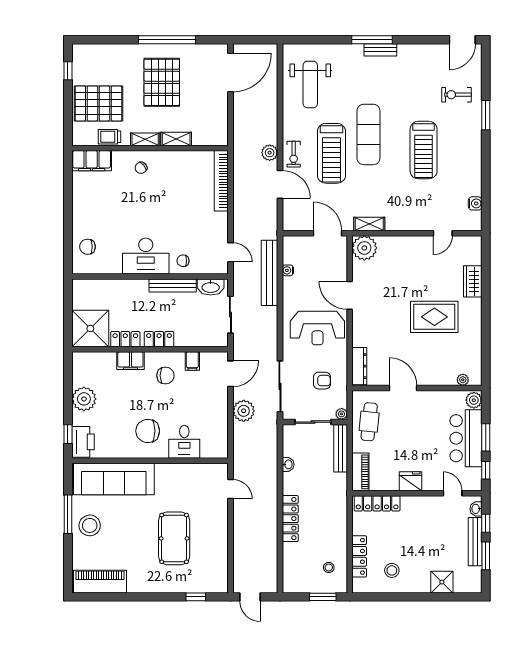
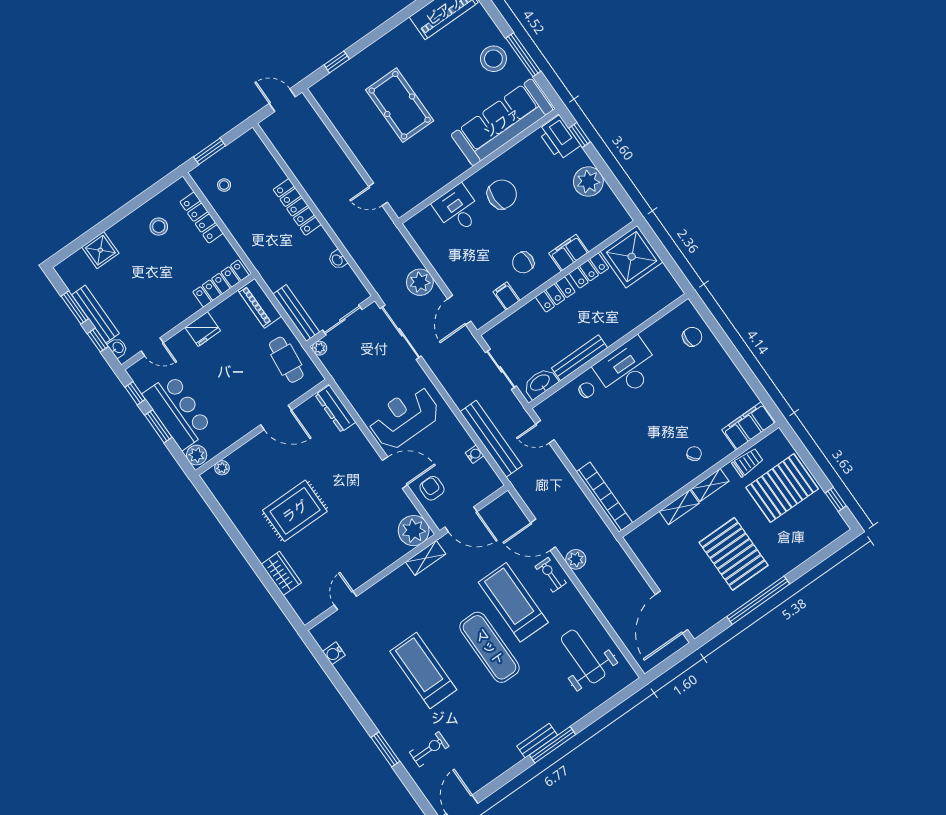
armchair: (322, 381) -> (432, 488), moved, turned 90

